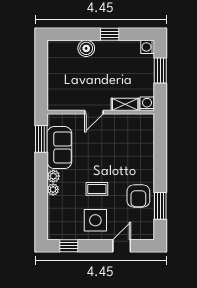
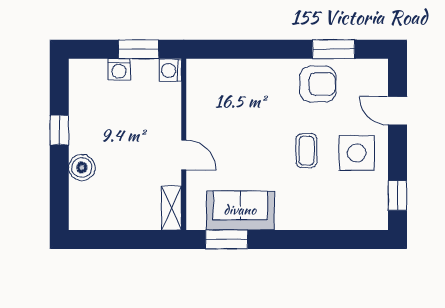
washing machine: (148, 47) -> (119, 69), moved
window: (160, 70) -> (139, 49), moved
shelving: (125, 104) -> (171, 208), moved
plant: (53, 176) -> (286, 220), removed
plant: (53, 189) -> (307, 221), removed

